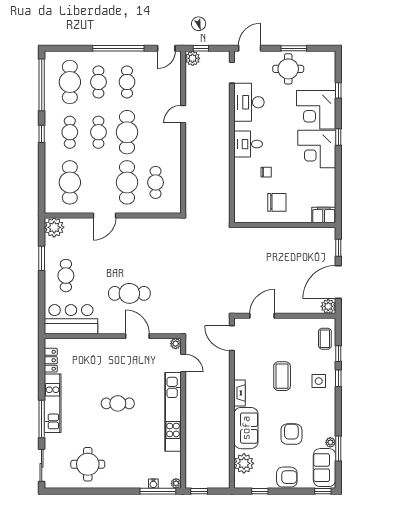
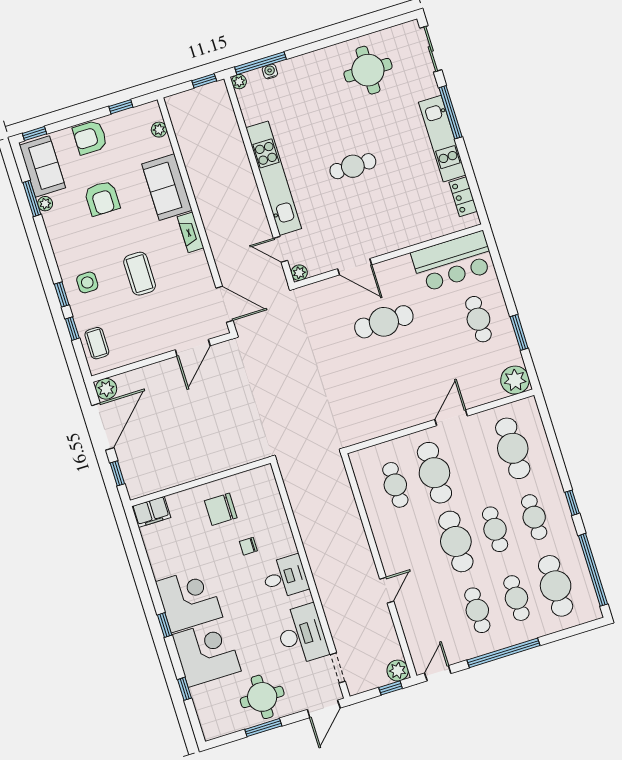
plant: (244, 463) -> (159, 130), width x0.53, depth x0.53

